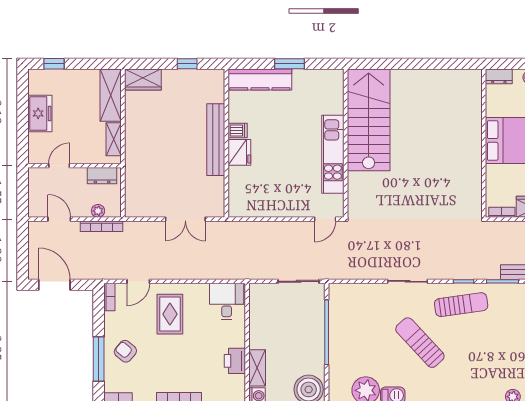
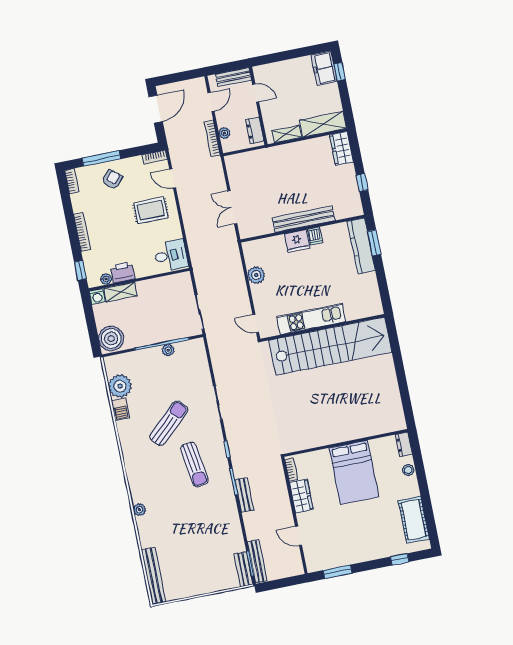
window: (290, 64) -> (374, 243), moved
freezer: (40, 113) -> (324, 68), moved, turned 90
stairs: (369, 120) -> (330, 346), width x1.36
bench: (36, 187) -> (234, 77), added
plant: (269, 207) -> (256, 275), added
sun lounger: (461, 305) -> (194, 465), moved
plant: (335, 326) -> (168, 350), added
plant: (239, 382) -> (106, 279), added

